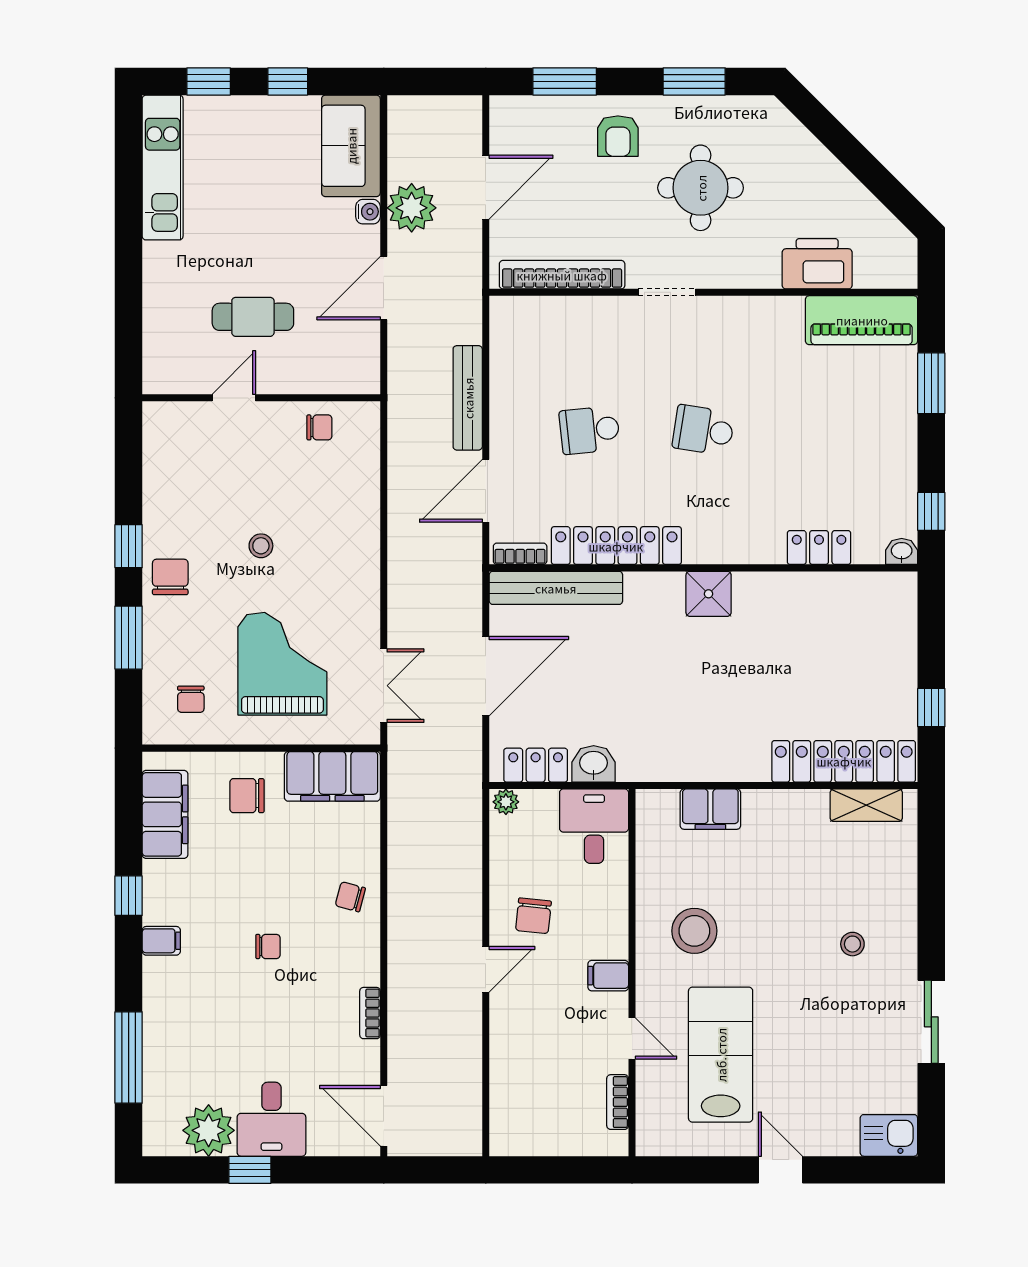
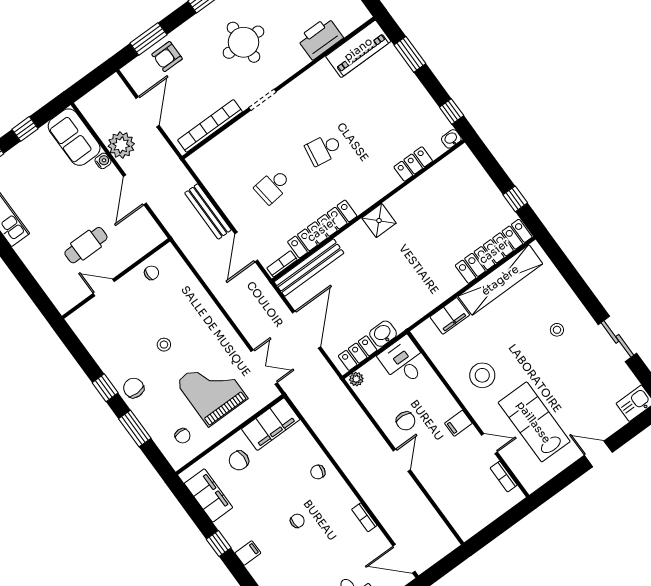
armchair: (618, 136) -> (167, 57), moved, turned 90
door: (234, 398) -> (104, 287), hinge flipped
shelving: (866, 805) -> (500, 280), width x2.20, depth x1.33

